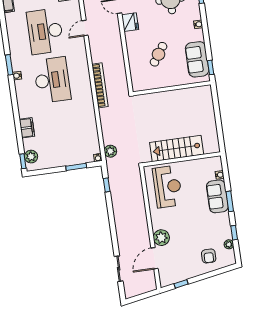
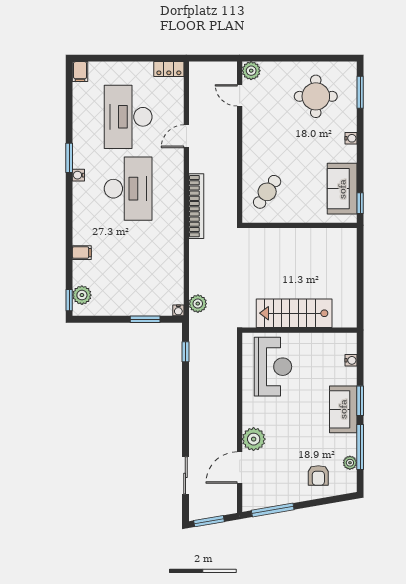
fridge: (130, 22) -> (253, 121), removed
door: (85, 28) -> (186, 136), moved
cafe table: (159, 54) -> (267, 192), moved
filing cabinet: (27, 128) -> (82, 253), width x0.50
sofa: (217, 196) -> (343, 409), moved
window: (234, 233) -> (360, 447), width x2.17
window: (181, 284) -> (273, 510), width x2.17
window: (139, 298) -> (209, 521), added

